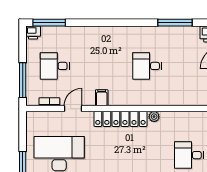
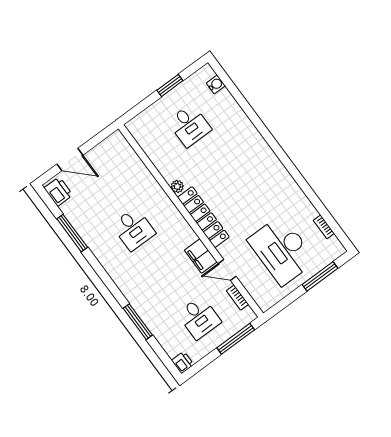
window: (49, 23) -> (138, 322), moved
filing cabinet: (102, 98) -> (201, 256), width x2.00

